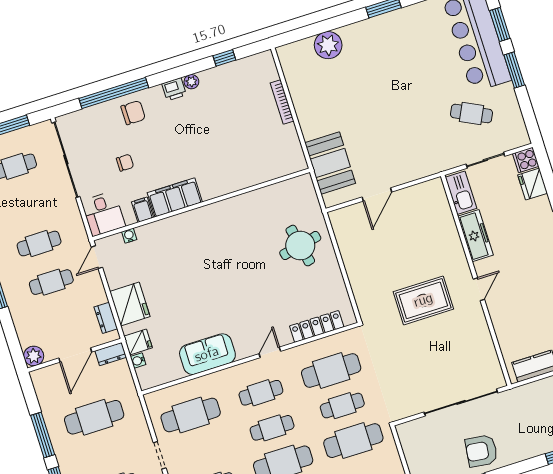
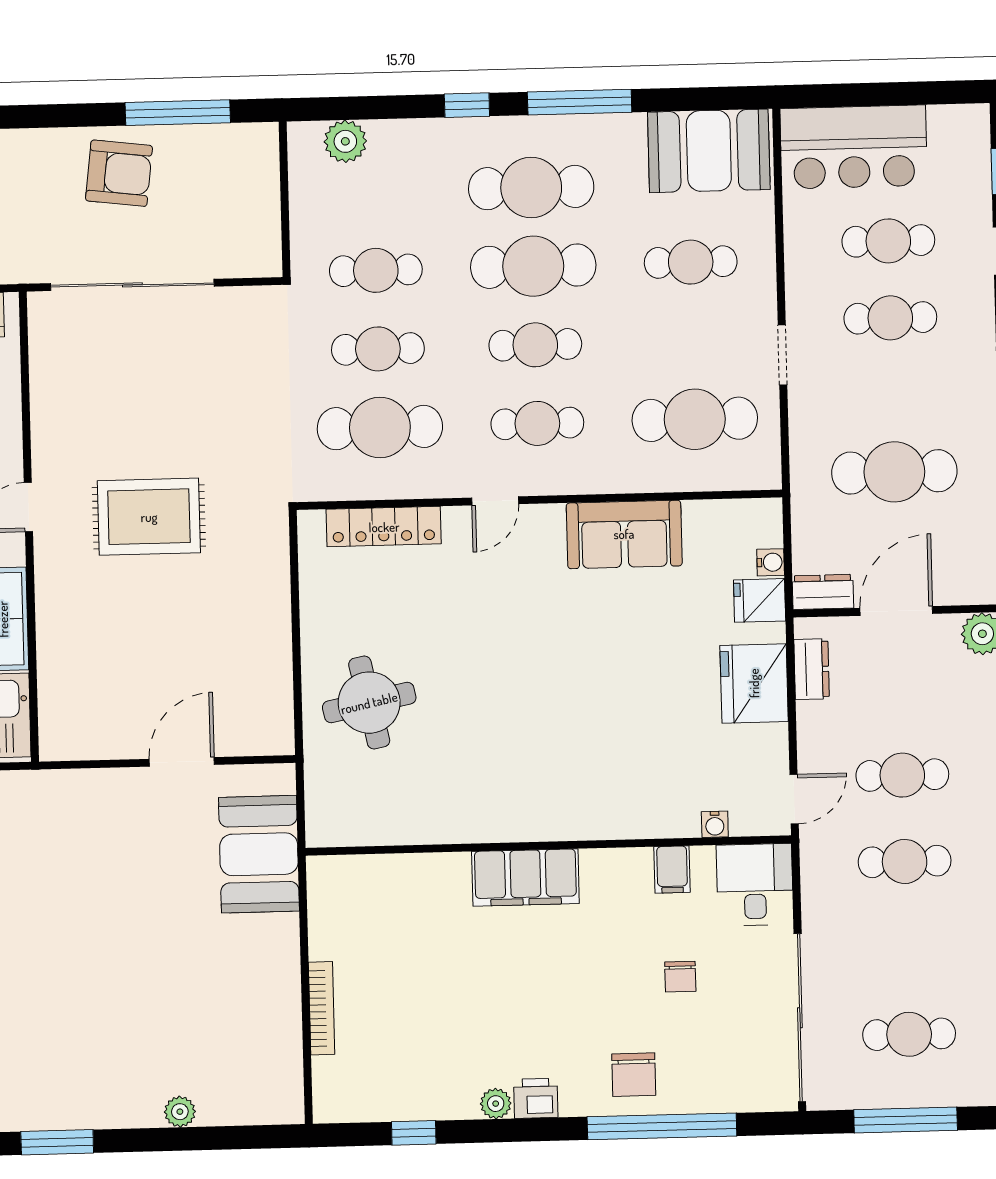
plant: (328, 45) -> (180, 1112), width x0.53, depth x0.53
chair: (133, 113) -> (634, 1075), turned -90
chair: (125, 163) -> (680, 977), turned -90
filing cabinet: (175, 197) -> (525, 878), moved
cafe table: (353, 441) -> (376, 270), width x0.73, depth x0.74

